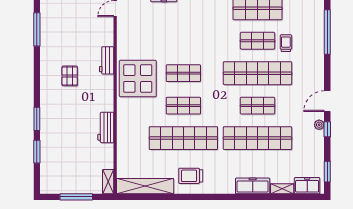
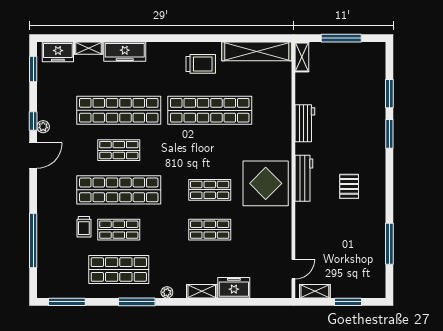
workbench: (107, 60) -> (304, 178), moved, width x1.37
shop shelf: (183, 106) -> (210, 230), moved

